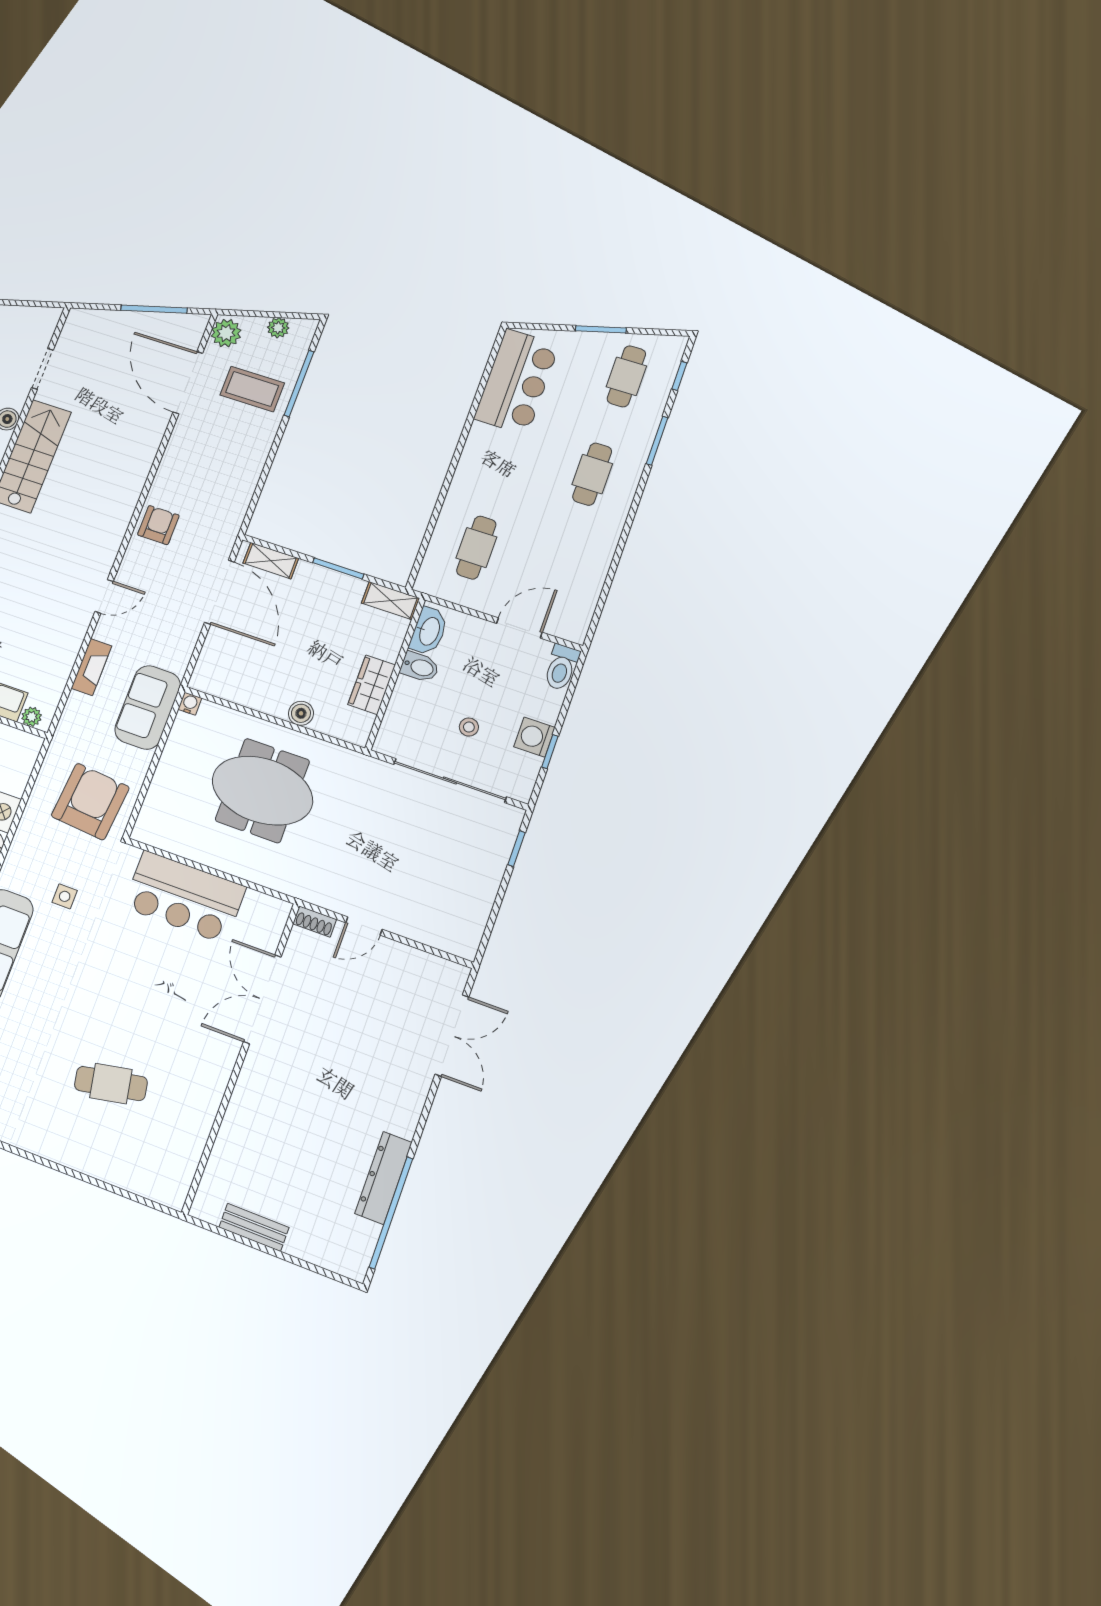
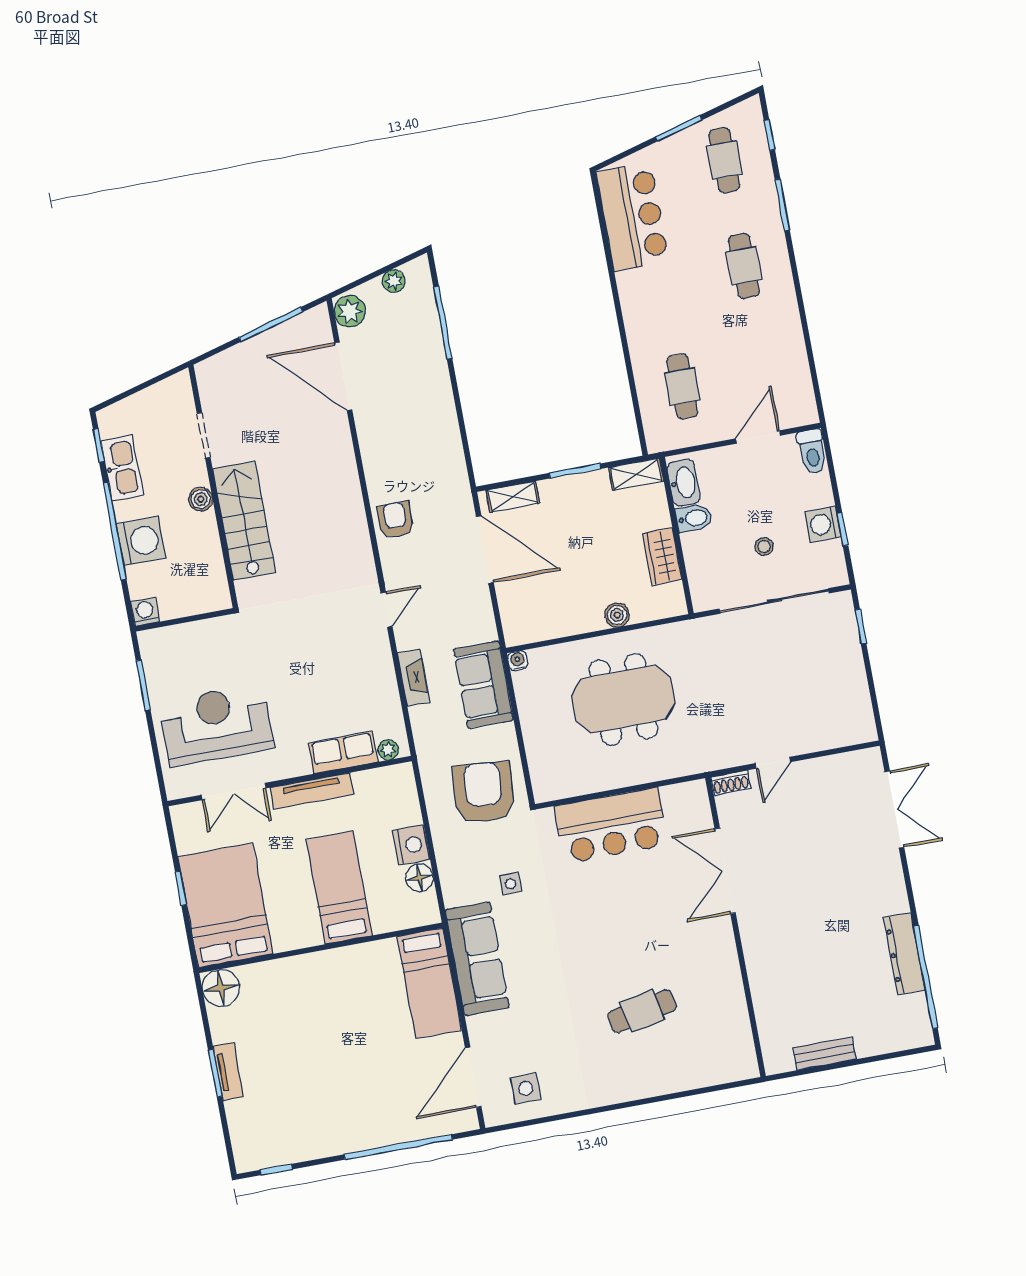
coffee table: (252, 389) -> (404, 351), removed

